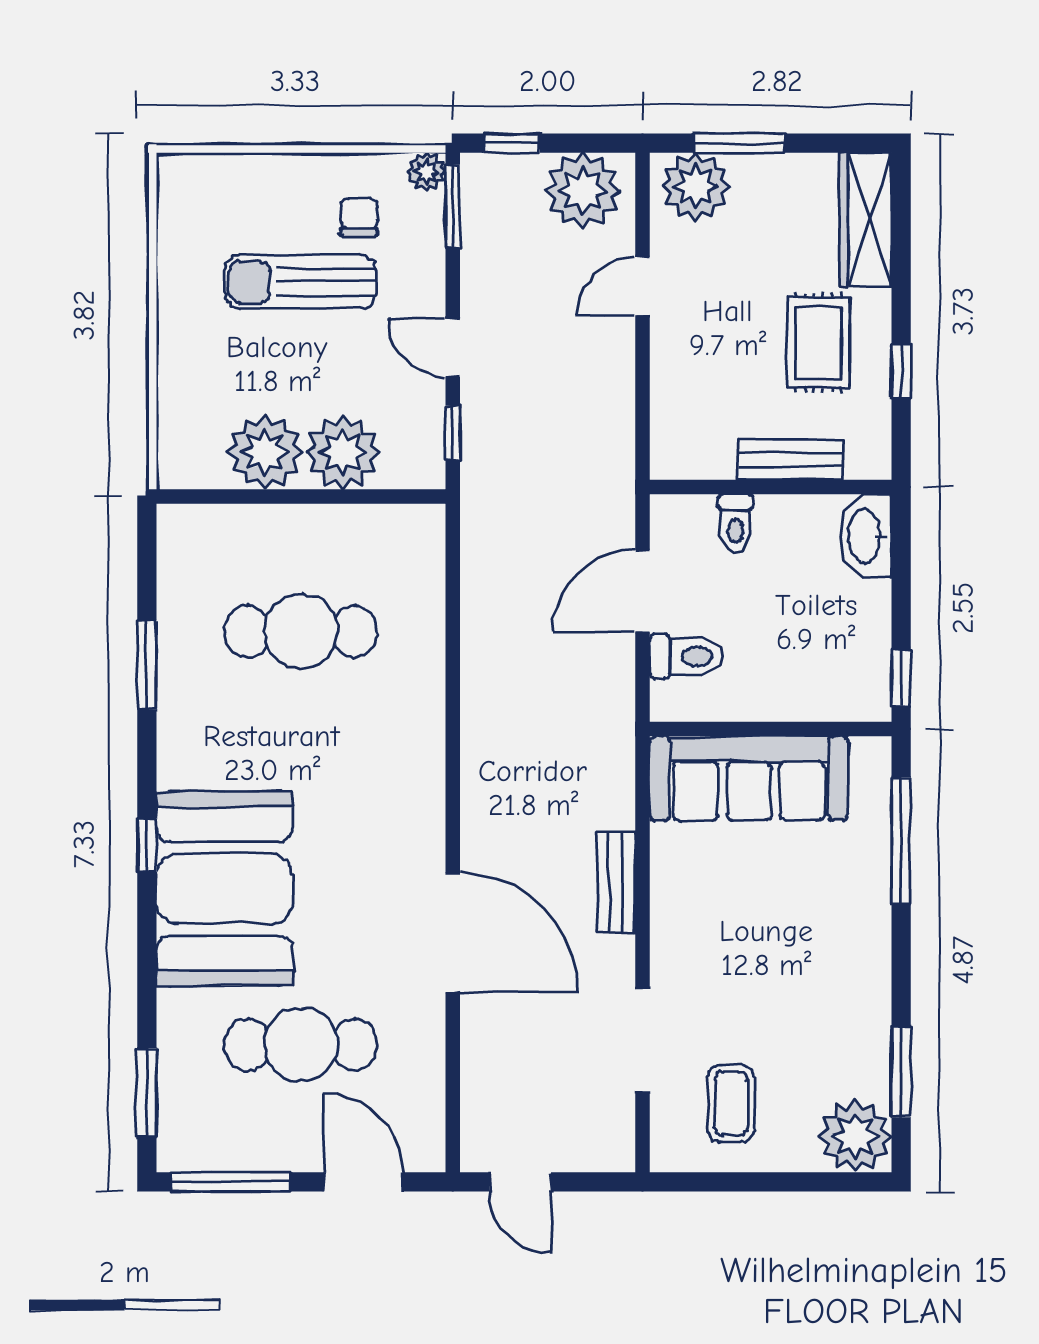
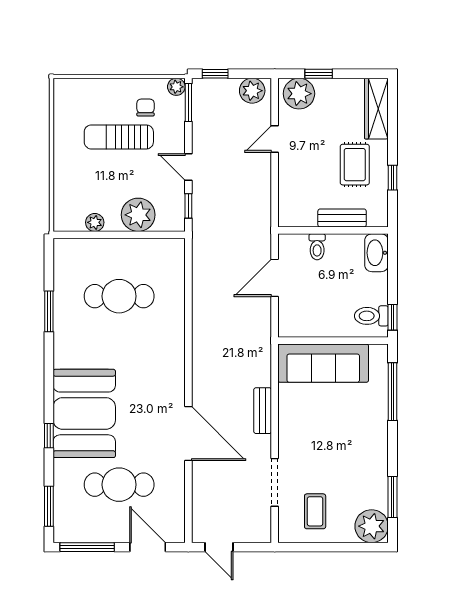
window: (739, 143) -> (319, 74), width x0.67
plant: (583, 190) -> (252, 91), width x0.73, depth x0.73
plant: (265, 452) -> (95, 222), width x0.53, depth x0.53
toilet: (687, 656) -> (371, 316), moved, turned 180
window: (147, 845) -> (49, 436), moved

